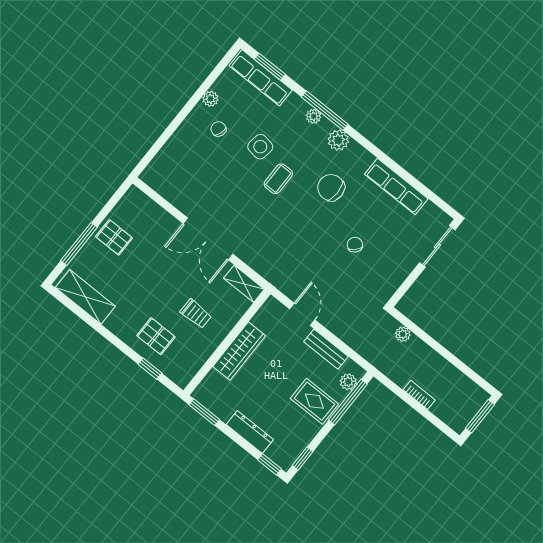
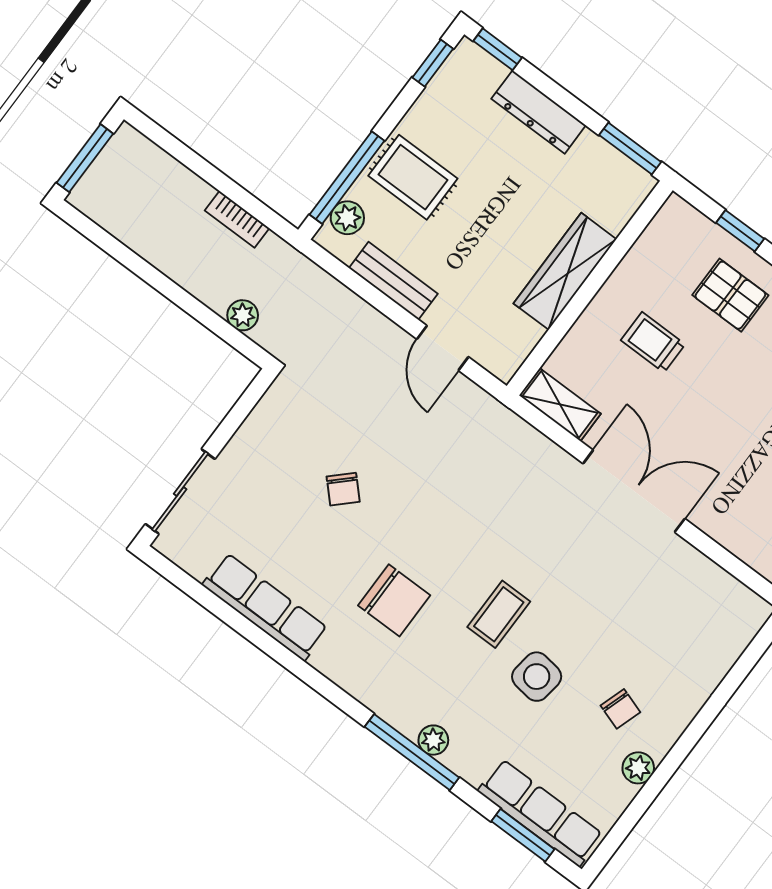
plant: (338, 140) -> (383, 694), removed
bookcase: (419, 395) -> (237, 219), moved

